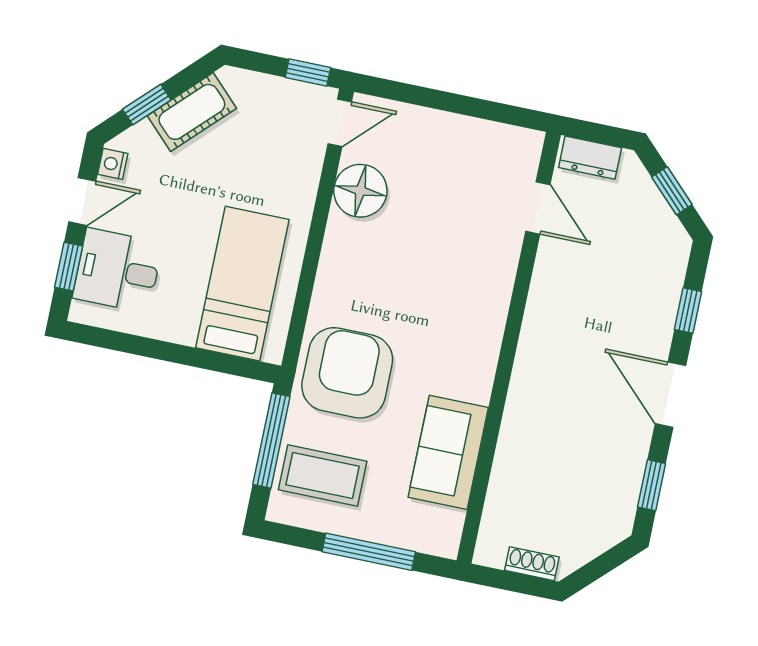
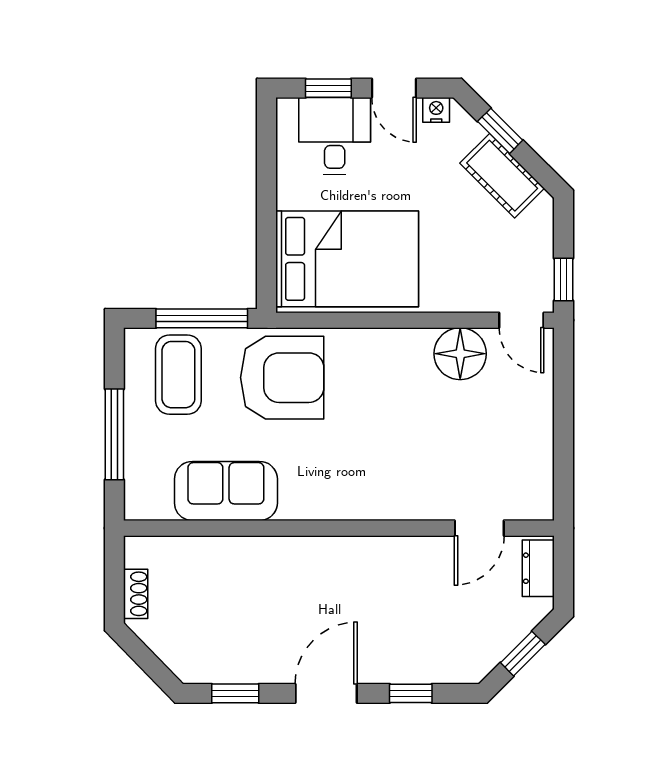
bed: (242, 284) -> (347, 259), width x1.50

